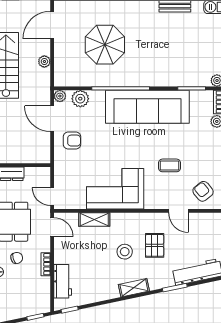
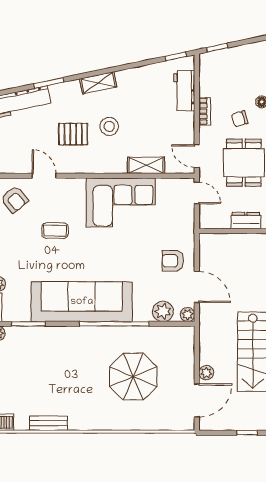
plant: (44, 61) -> (206, 373), moved
pallet: (155, 245) -> (73, 134), turned 90

